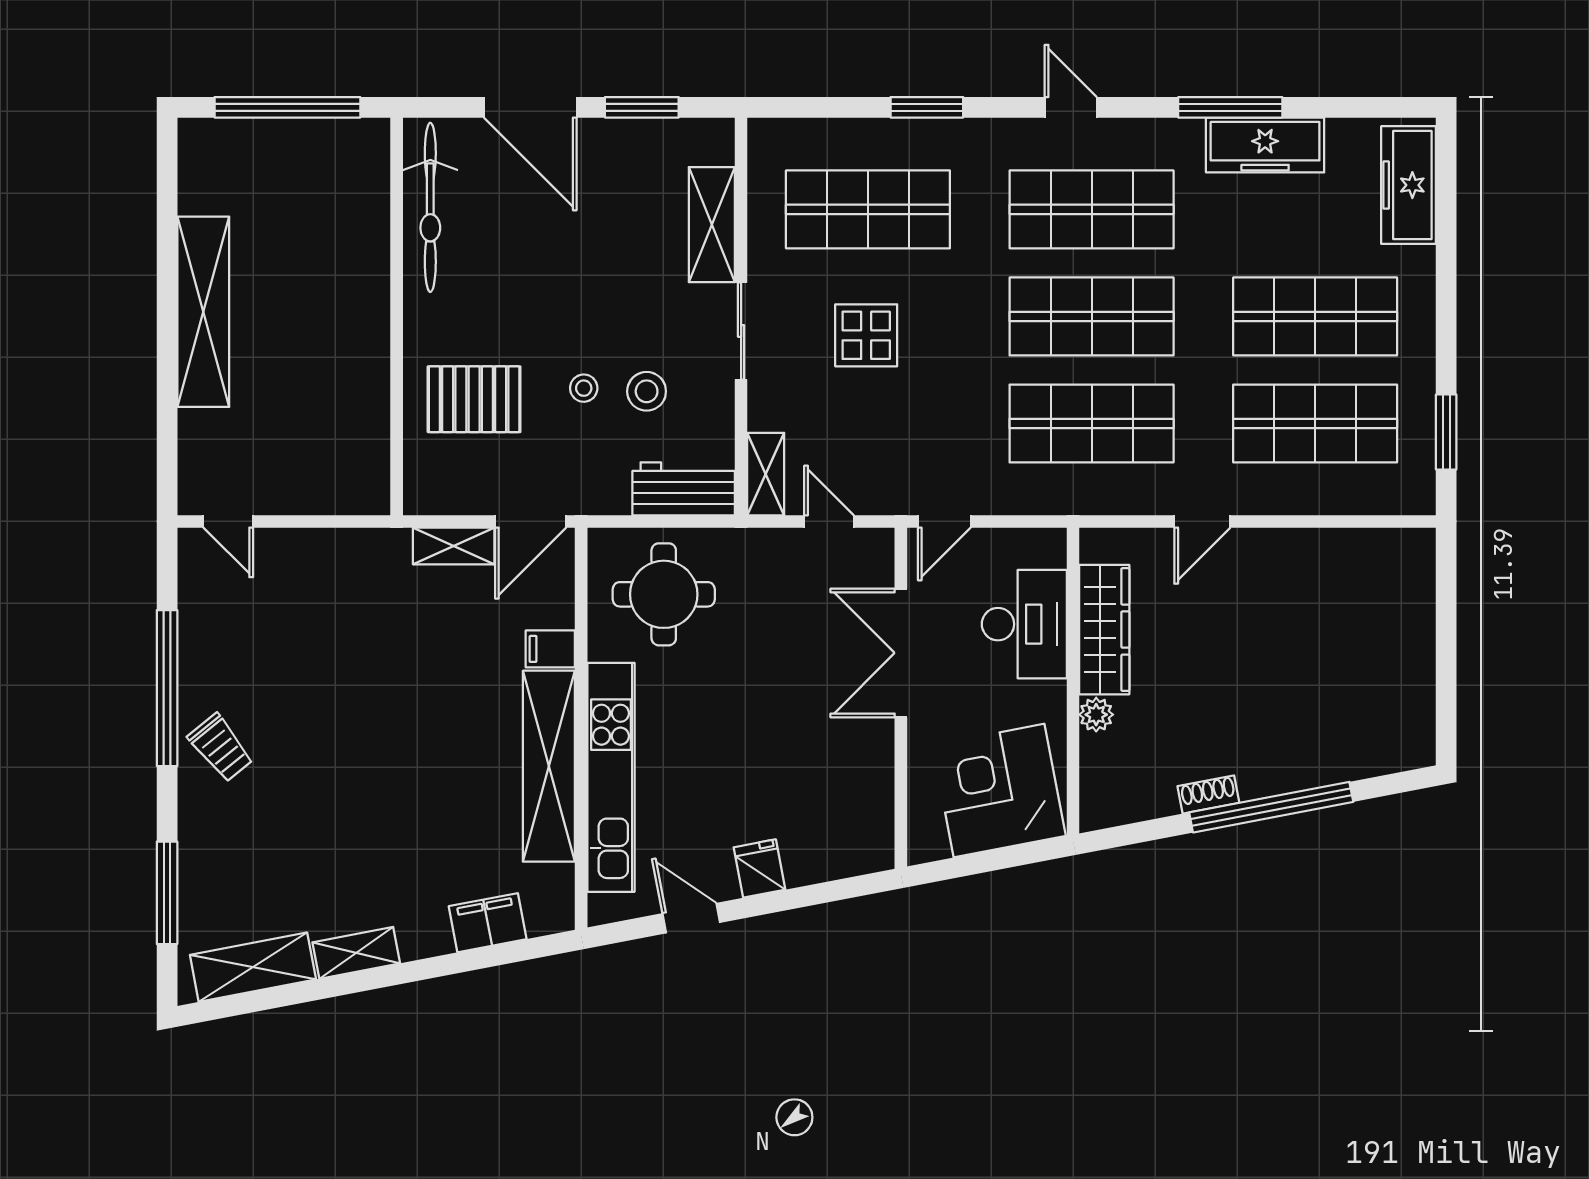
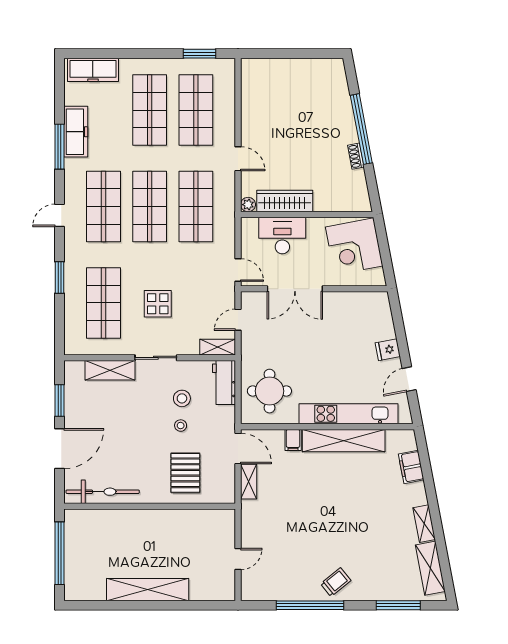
door: (228, 521) -> (238, 559), moved
plant: (1096, 715) -> (248, 205), moved

